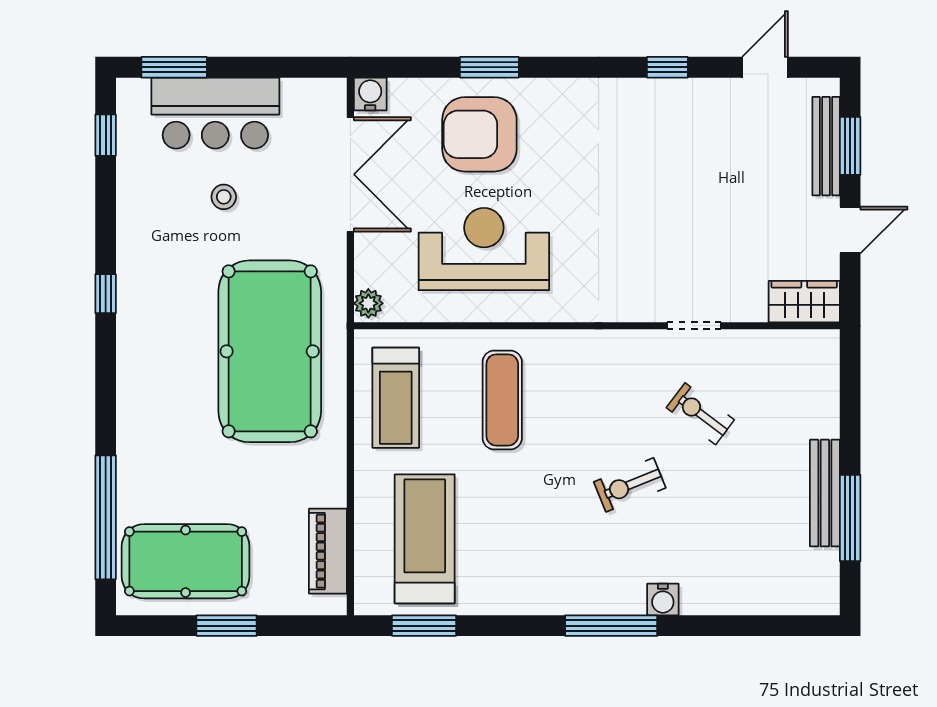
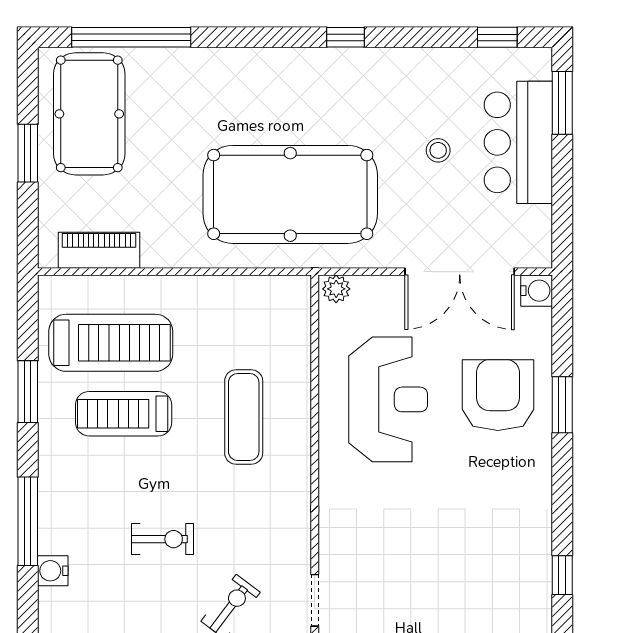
treadmill: (396, 398) -> (124, 414), moved
exercise mat: (502, 400) -> (244, 417), turned 90
exercise bike: (630, 485) -> (162, 539), turned 112
window: (424, 626) -> (28, 392), moved

